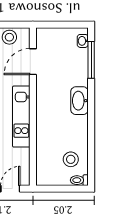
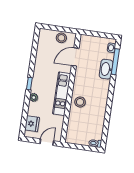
washbasin: (80, 101) -> (106, 69), moved
stool: (71, 159) -> (80, 102), moved

